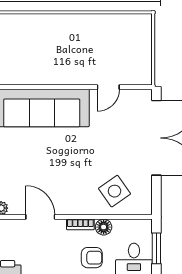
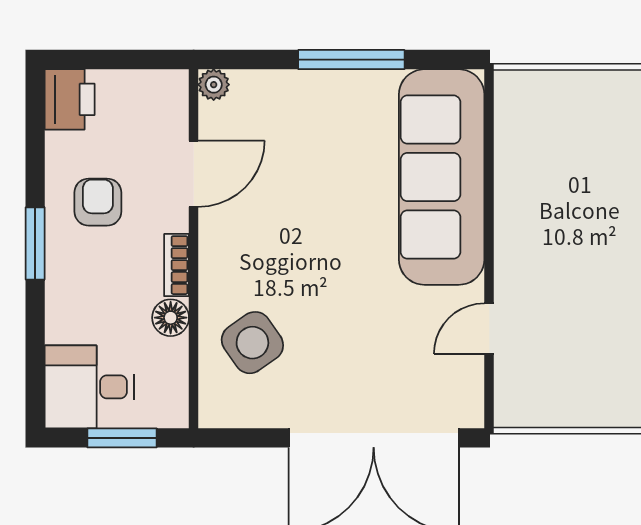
door: (108, 87) -> (489, 329), hinge flipped
armchair: (92, 258) -> (98, 202), moved, turned 180

